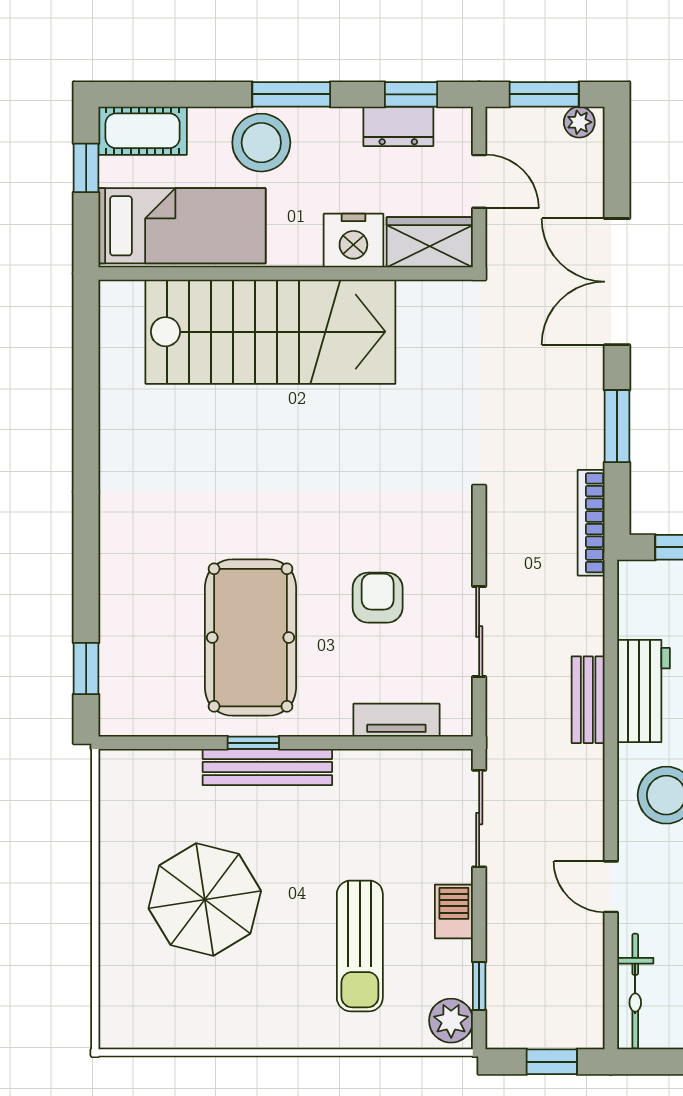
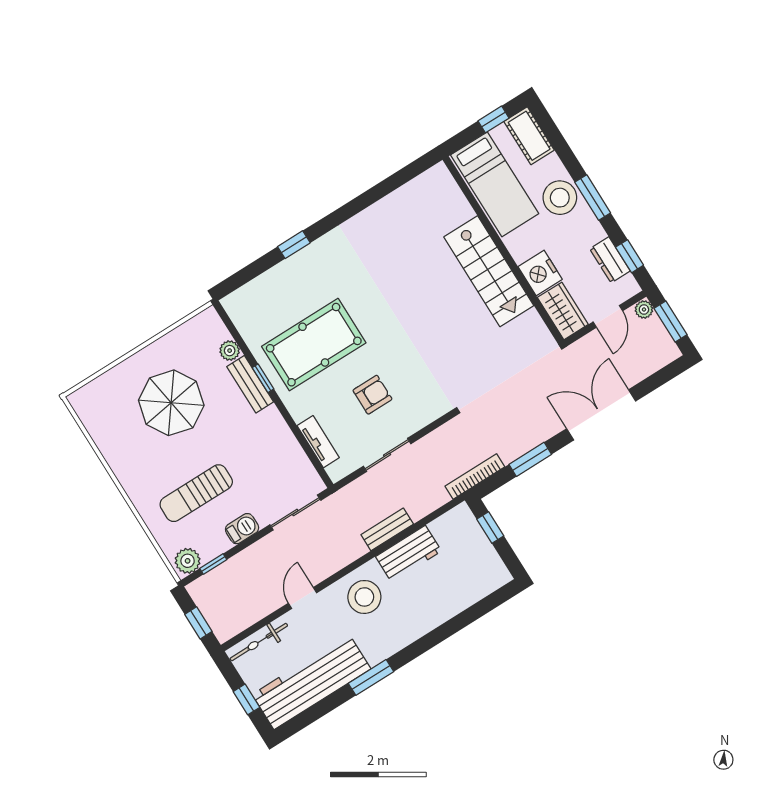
plant: (579, 122) -> (644, 309), moved
stairs: (270, 332) -> (489, 271), width x0.73, depth x0.66
window: (86, 668) -> (294, 245), moved
plant: (182, 766) -> (230, 351), added
bench: (267, 767) -> (250, 384), width x0.73

